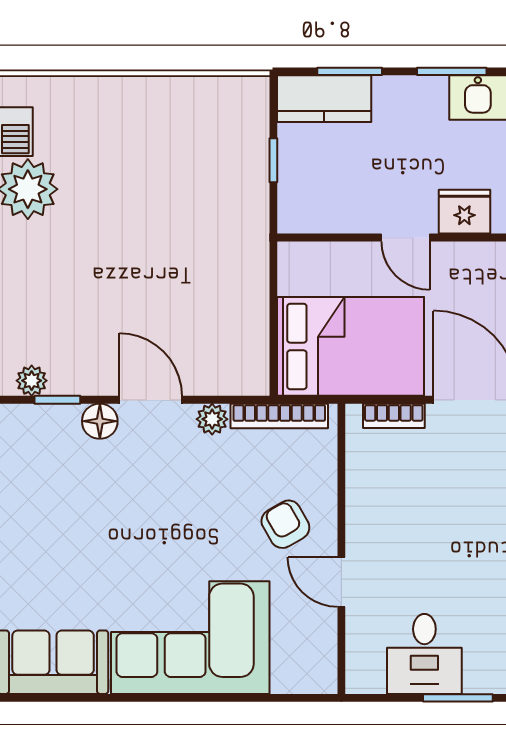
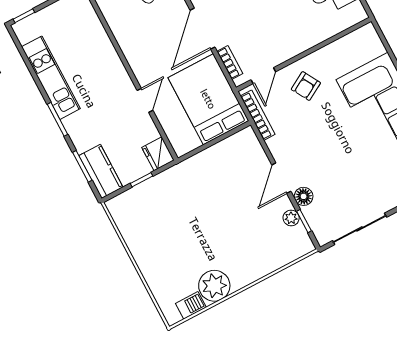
fridge: (464, 212) -> (158, 154), moved
plant: (32, 381) -> (291, 218), moved
plant: (212, 419) -> (275, 145), removed
door: (341, 582) -> (263, 76), moved

